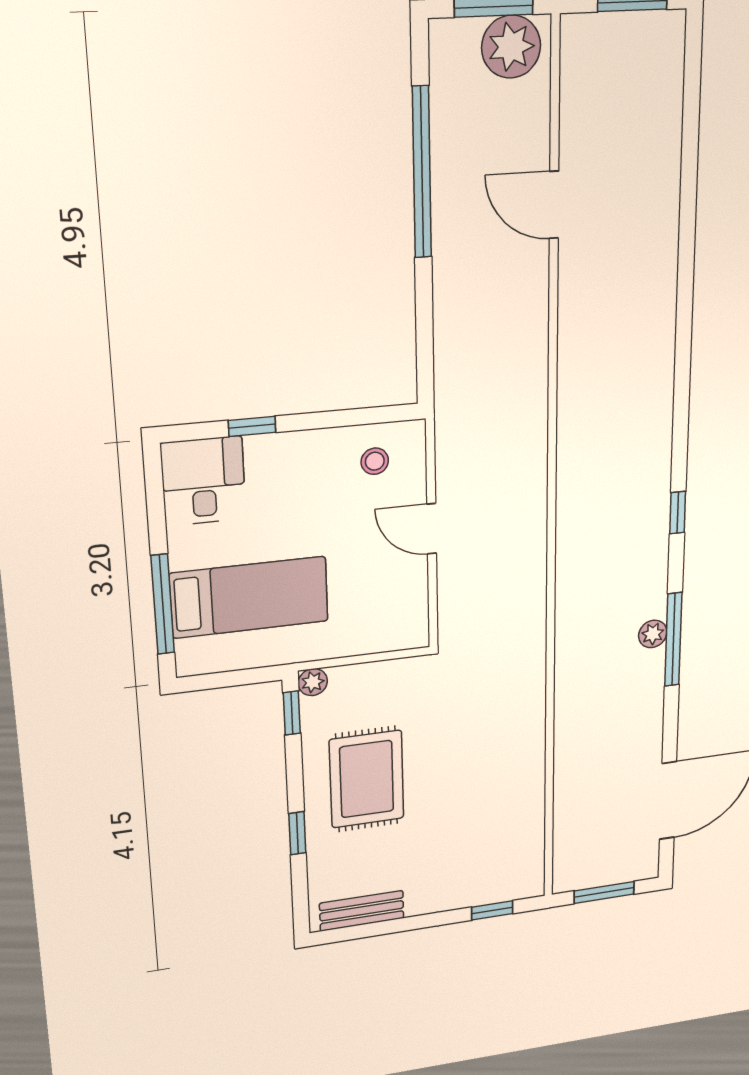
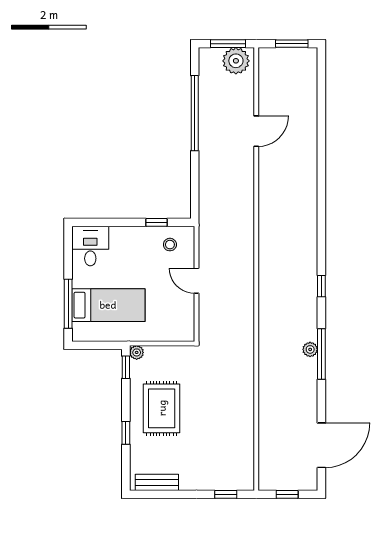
door: (554, 205) -> (256, 131), swing flipped
window: (252, 426) -> (157, 222), moved
window: (604, 892) -> (287, 494), width x0.67

